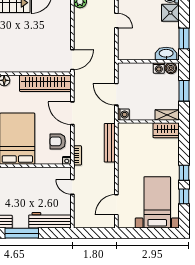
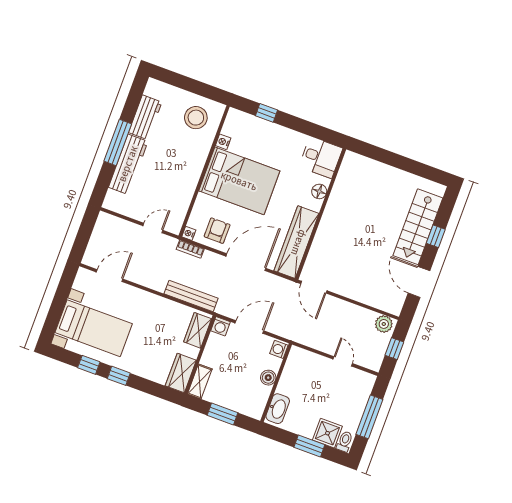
door: (116, 20) -> (343, 361), swing flipped
window: (184, 39) -> (309, 446), moved
washing machine: (159, 68) -> (279, 349), moved
boiler: (171, 68) -> (268, 378), moved
door: (72, 113) -> (246, 262), width x1.36
wardrobe: (132, 129) -> (198, 330), added
door: (116, 205) -> (110, 276), hinge flipped
workbench: (50, 220) -> (128, 164), moved

